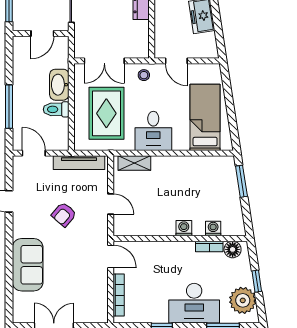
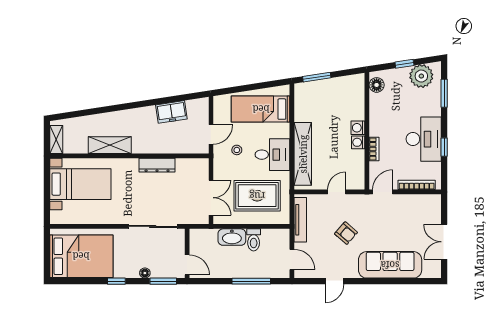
door: (42, 34) -> (187, 265), moved
stool: (144, 75) -> (237, 150), moved
door: (34, 153) -> (292, 259), swing flipped
shelving: (134, 163) -> (303, 154), width x2.20, depth x1.33
washing machine: (213, 228) -> (358, 142), moved
bookcase: (209, 246) -> (374, 149), moved
sofa: (28, 265) -> (390, 265), width x1.36
desk: (194, 303) -> (424, 139), moved

